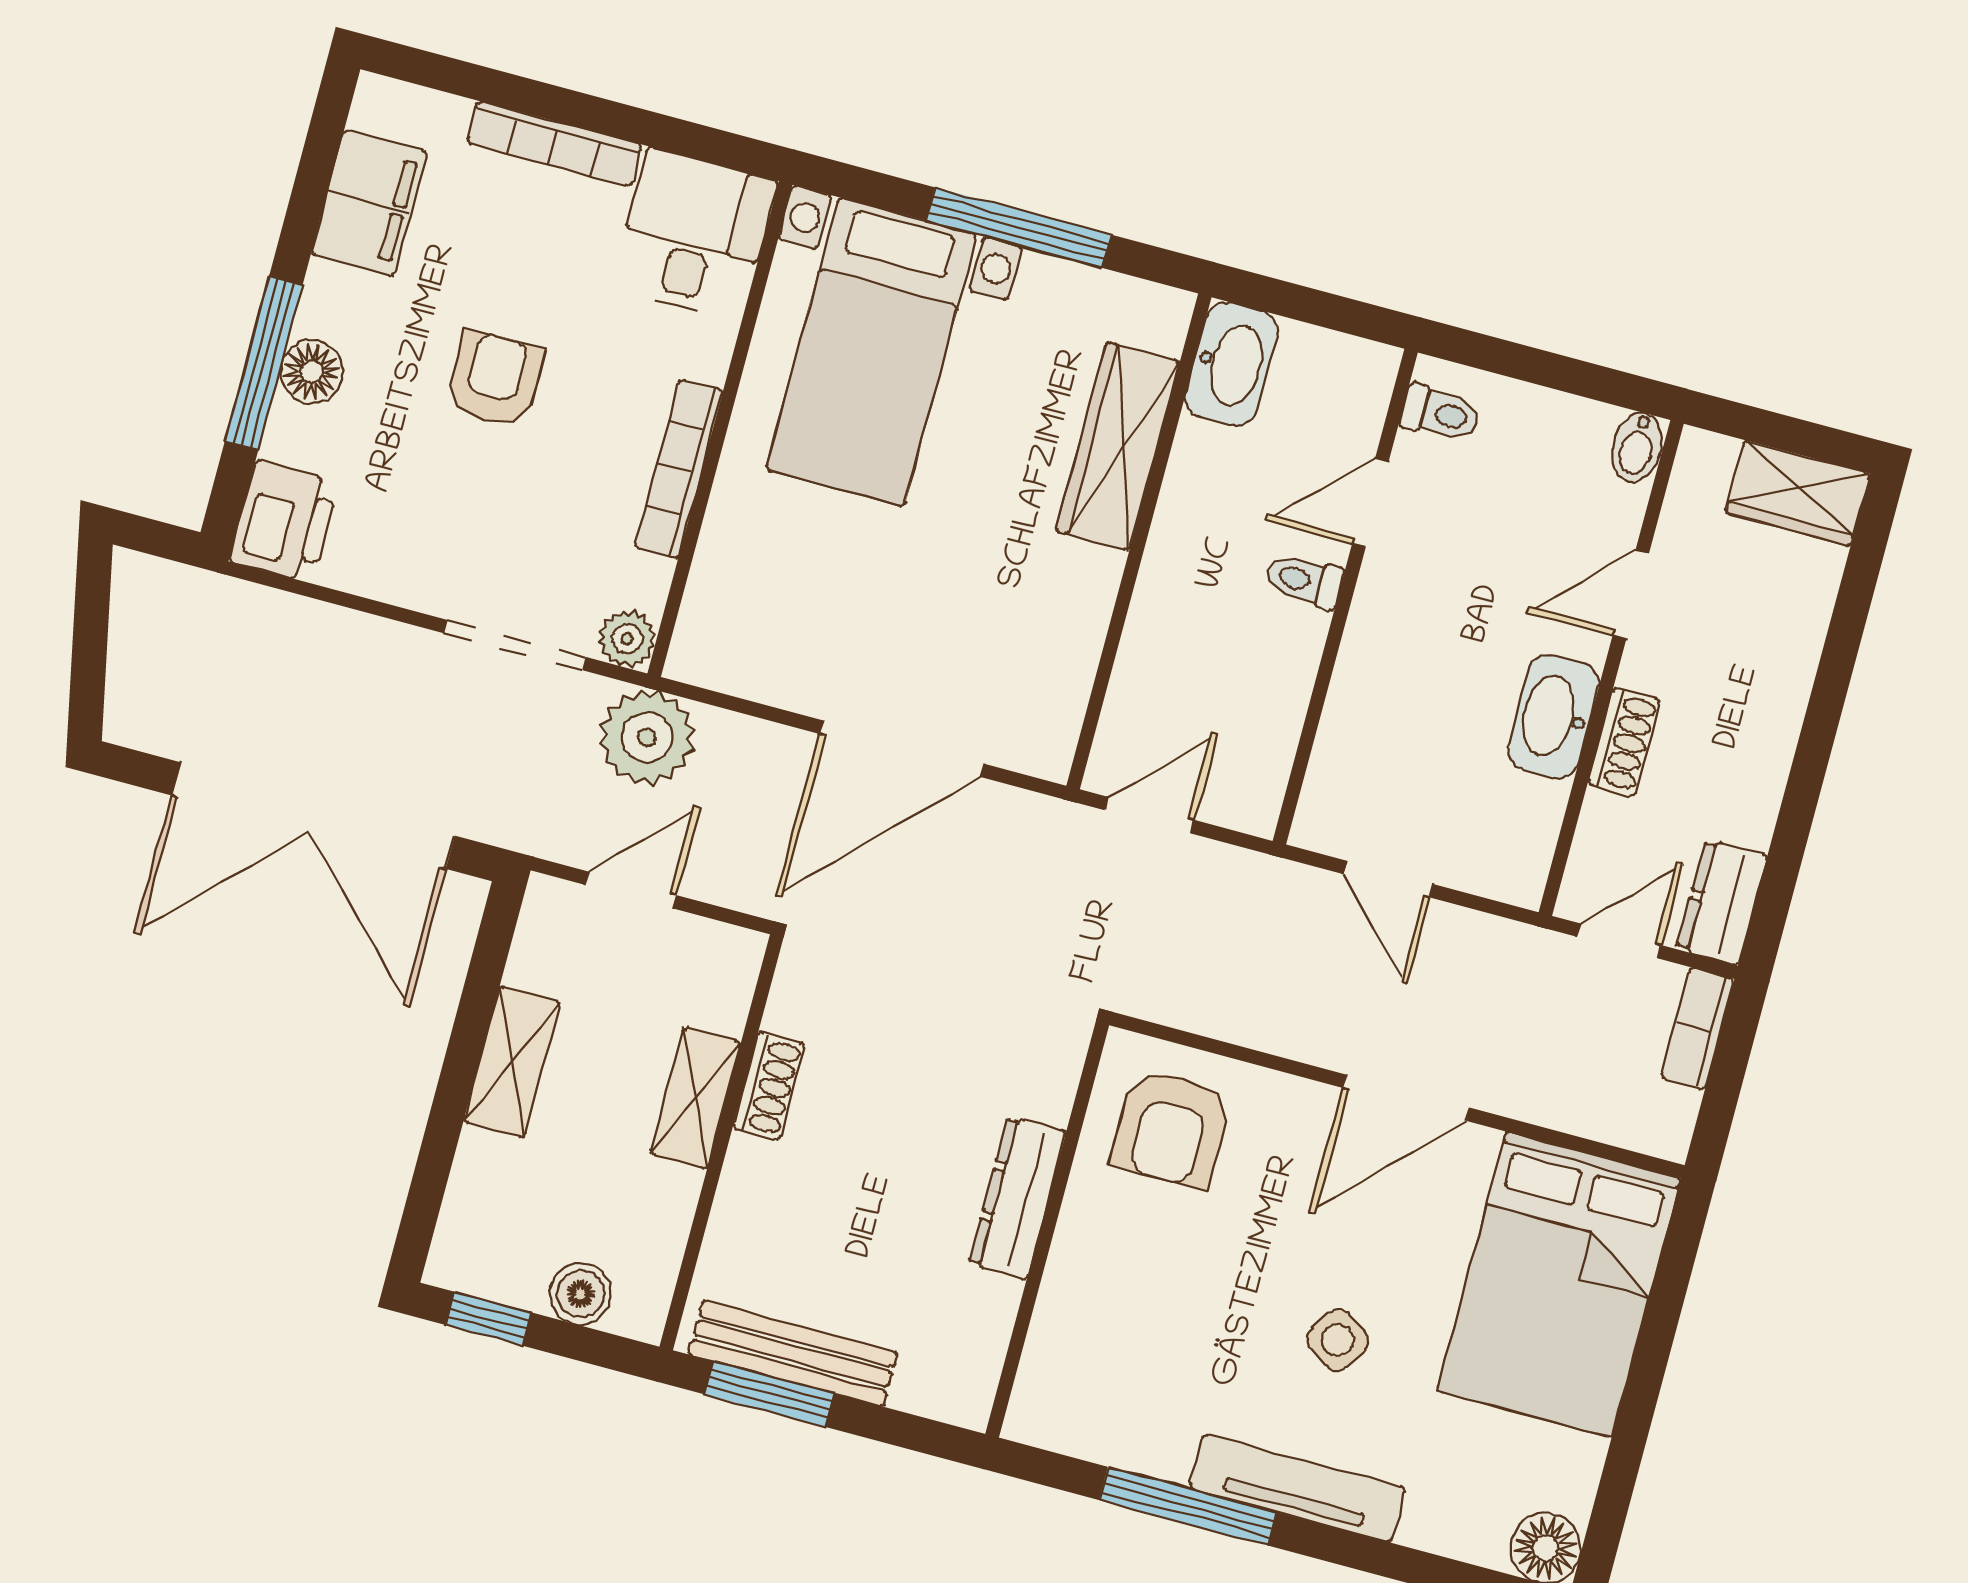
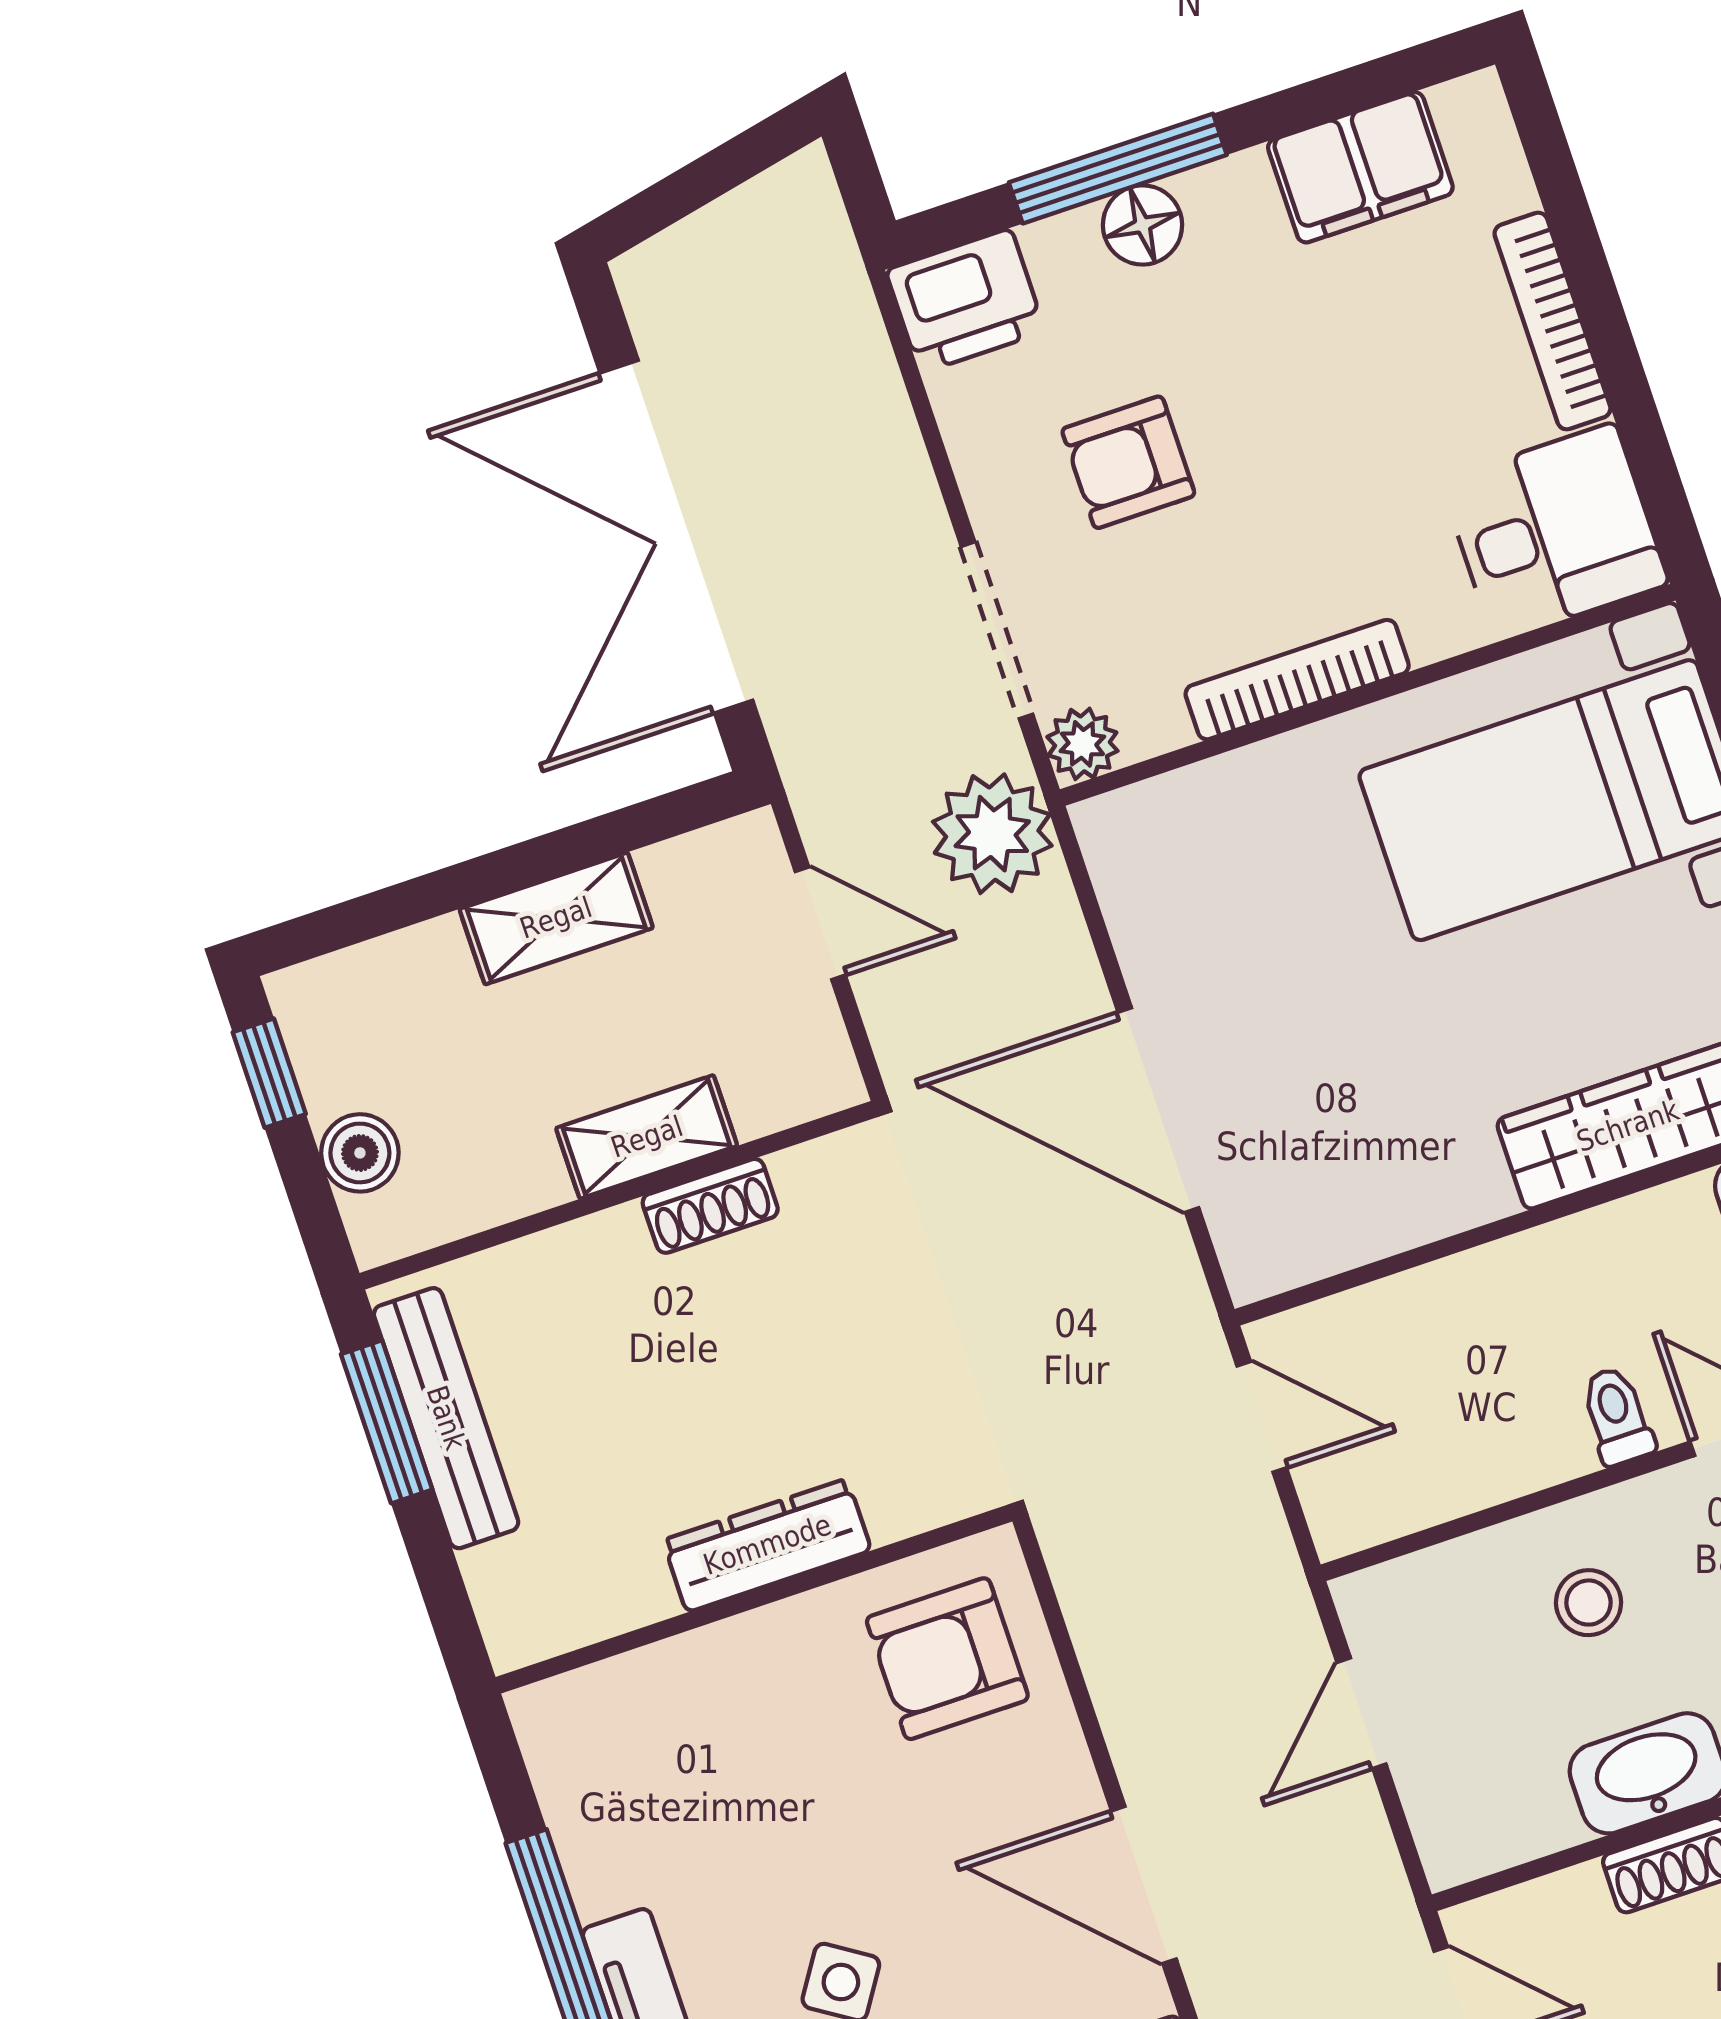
armchair: (495, 379) -> (1128, 462), moved, turned 180
stool: (1415, 681) -> (1588, 1603), added

